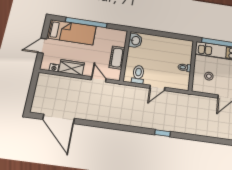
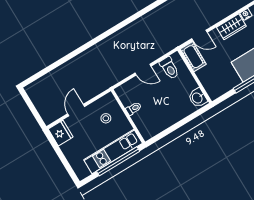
cot: (117, 58) -> (193, 57), moved
door: (157, 88) -> (143, 70), swing flipped
window: (162, 133) -> (107, 33), removed

